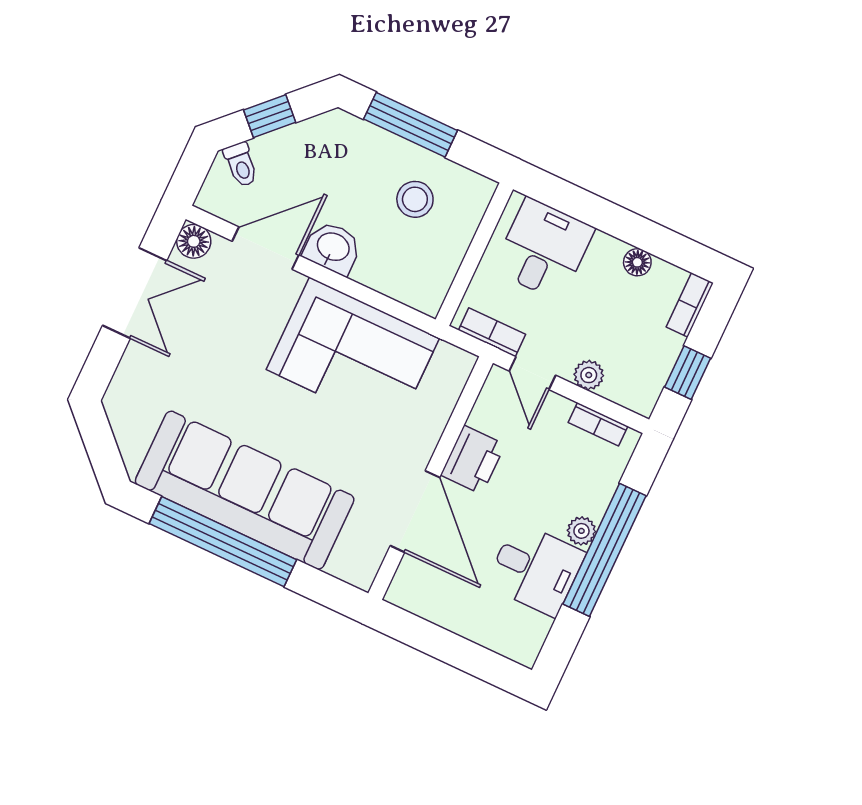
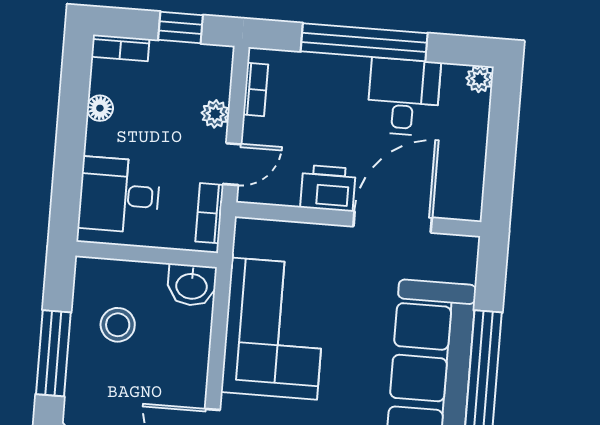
washbasin: (333, 248) -> (192, 285), moved, turned -90
plant: (581, 531) -> (479, 79), moved

